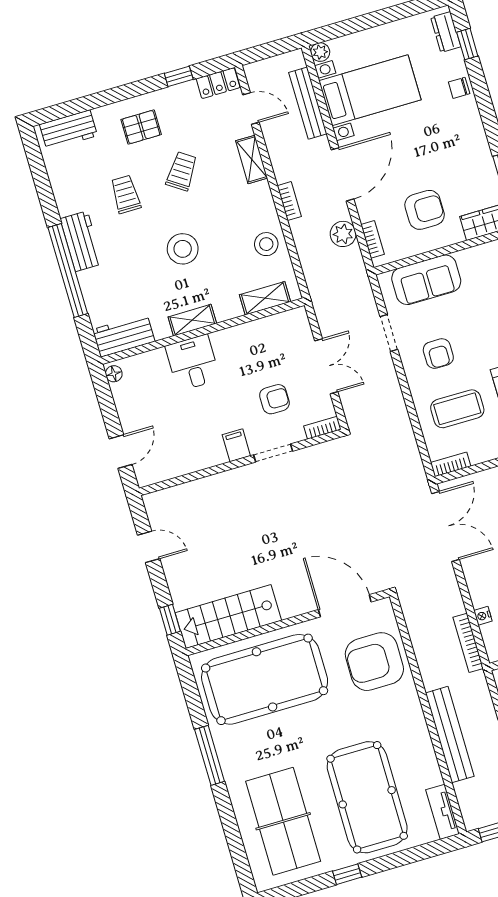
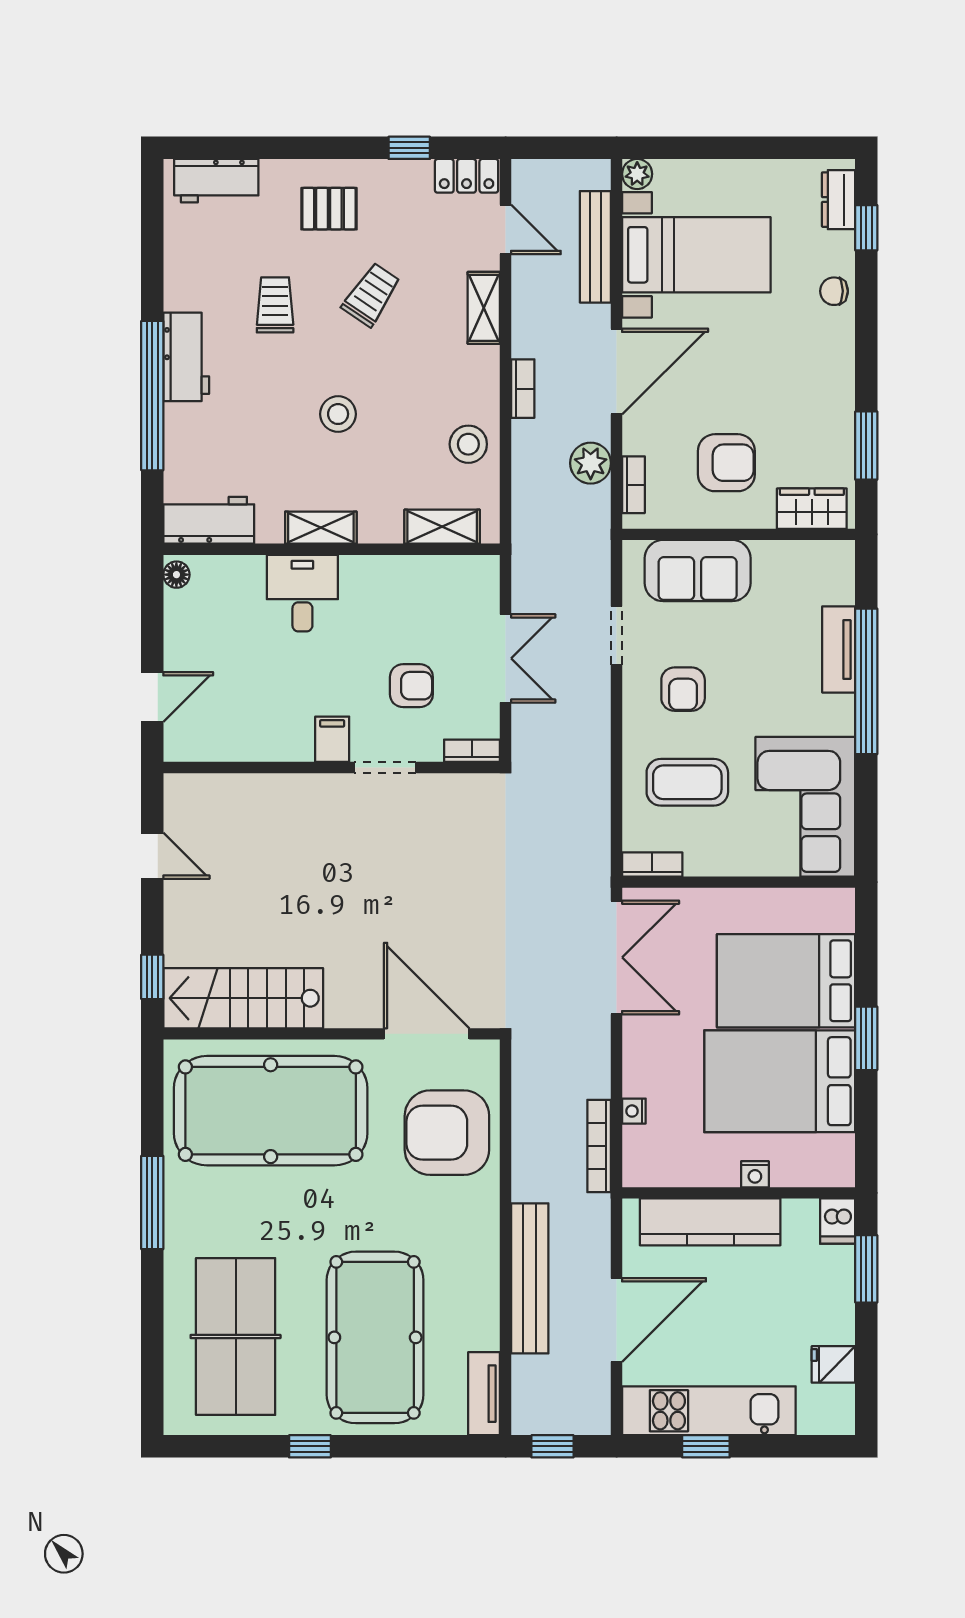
stool: (183, 249) -> (338, 414), width x0.73, depth x0.73

